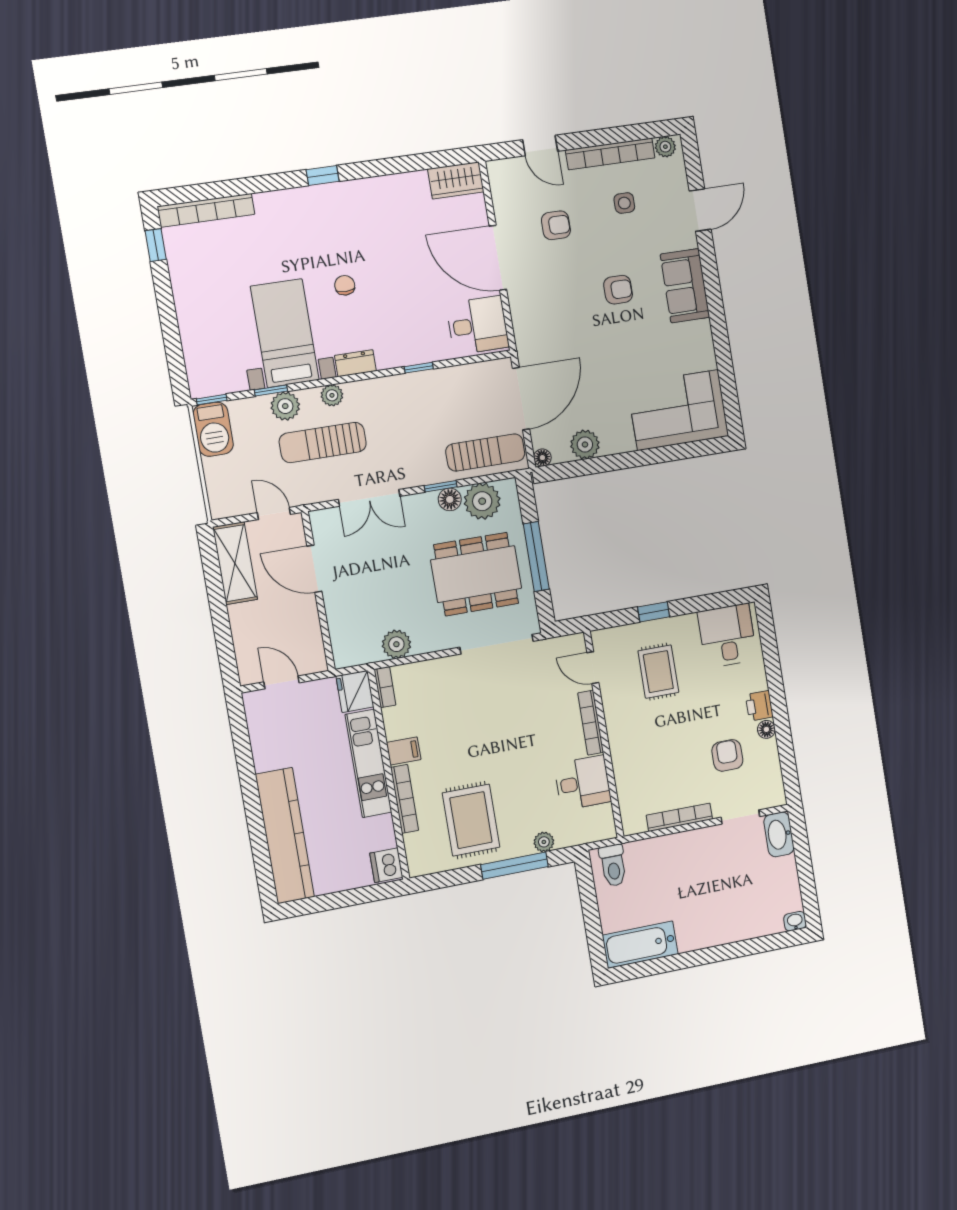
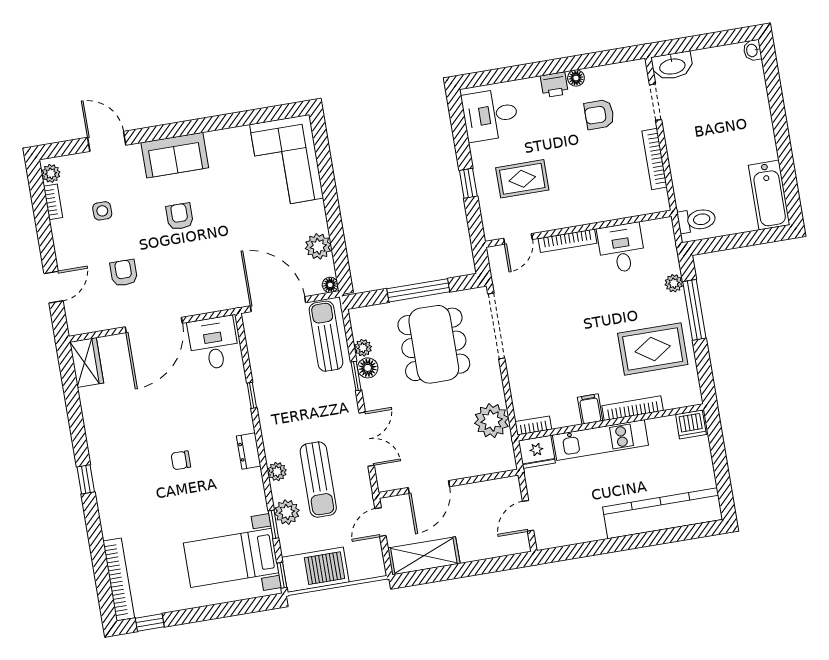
bookcase: (610, 154) -> (53, 202), width x0.43, depth x0.76
bed with nightstands: (285, 333) -> (231, 558), moved
barbecue: (213, 429) -> (315, 570), width x1.37, depth x1.21
plant: (482, 501) -> (363, 348), width x0.53, depth x0.53
plant: (396, 644) -> (492, 421), width x1.36, depth x1.36

